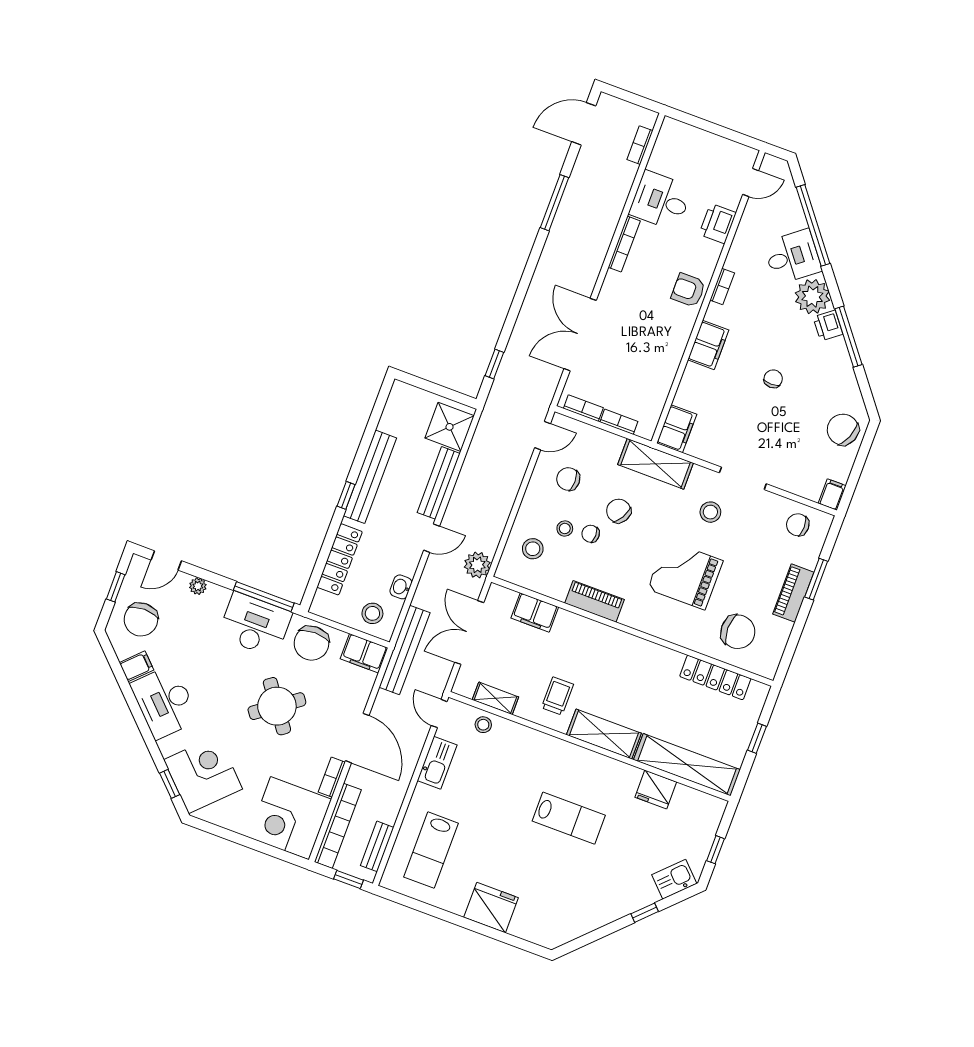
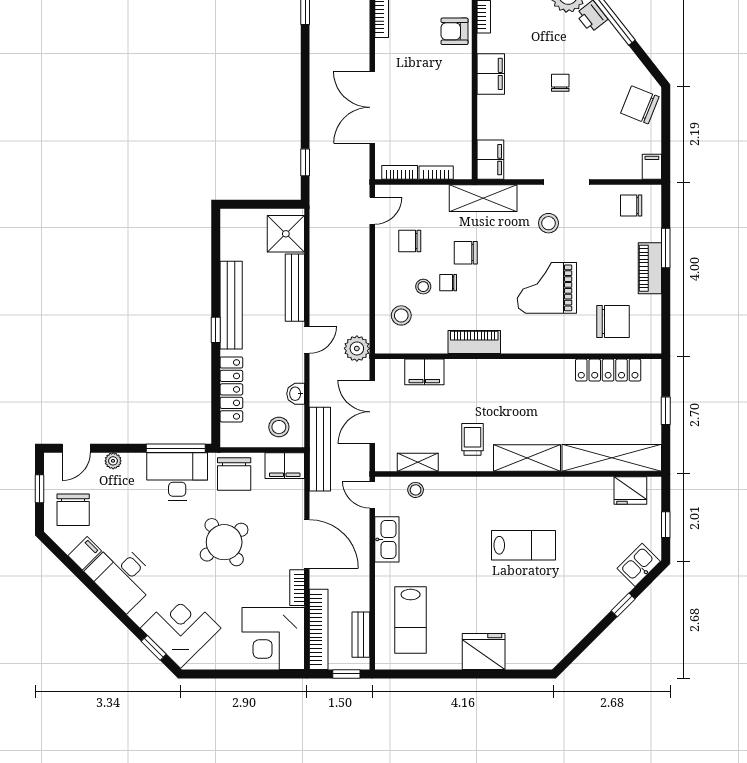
chair: (619, 511) -> (466, 253), turned -30
fridge: (656, 790) -> (630, 491), moved

